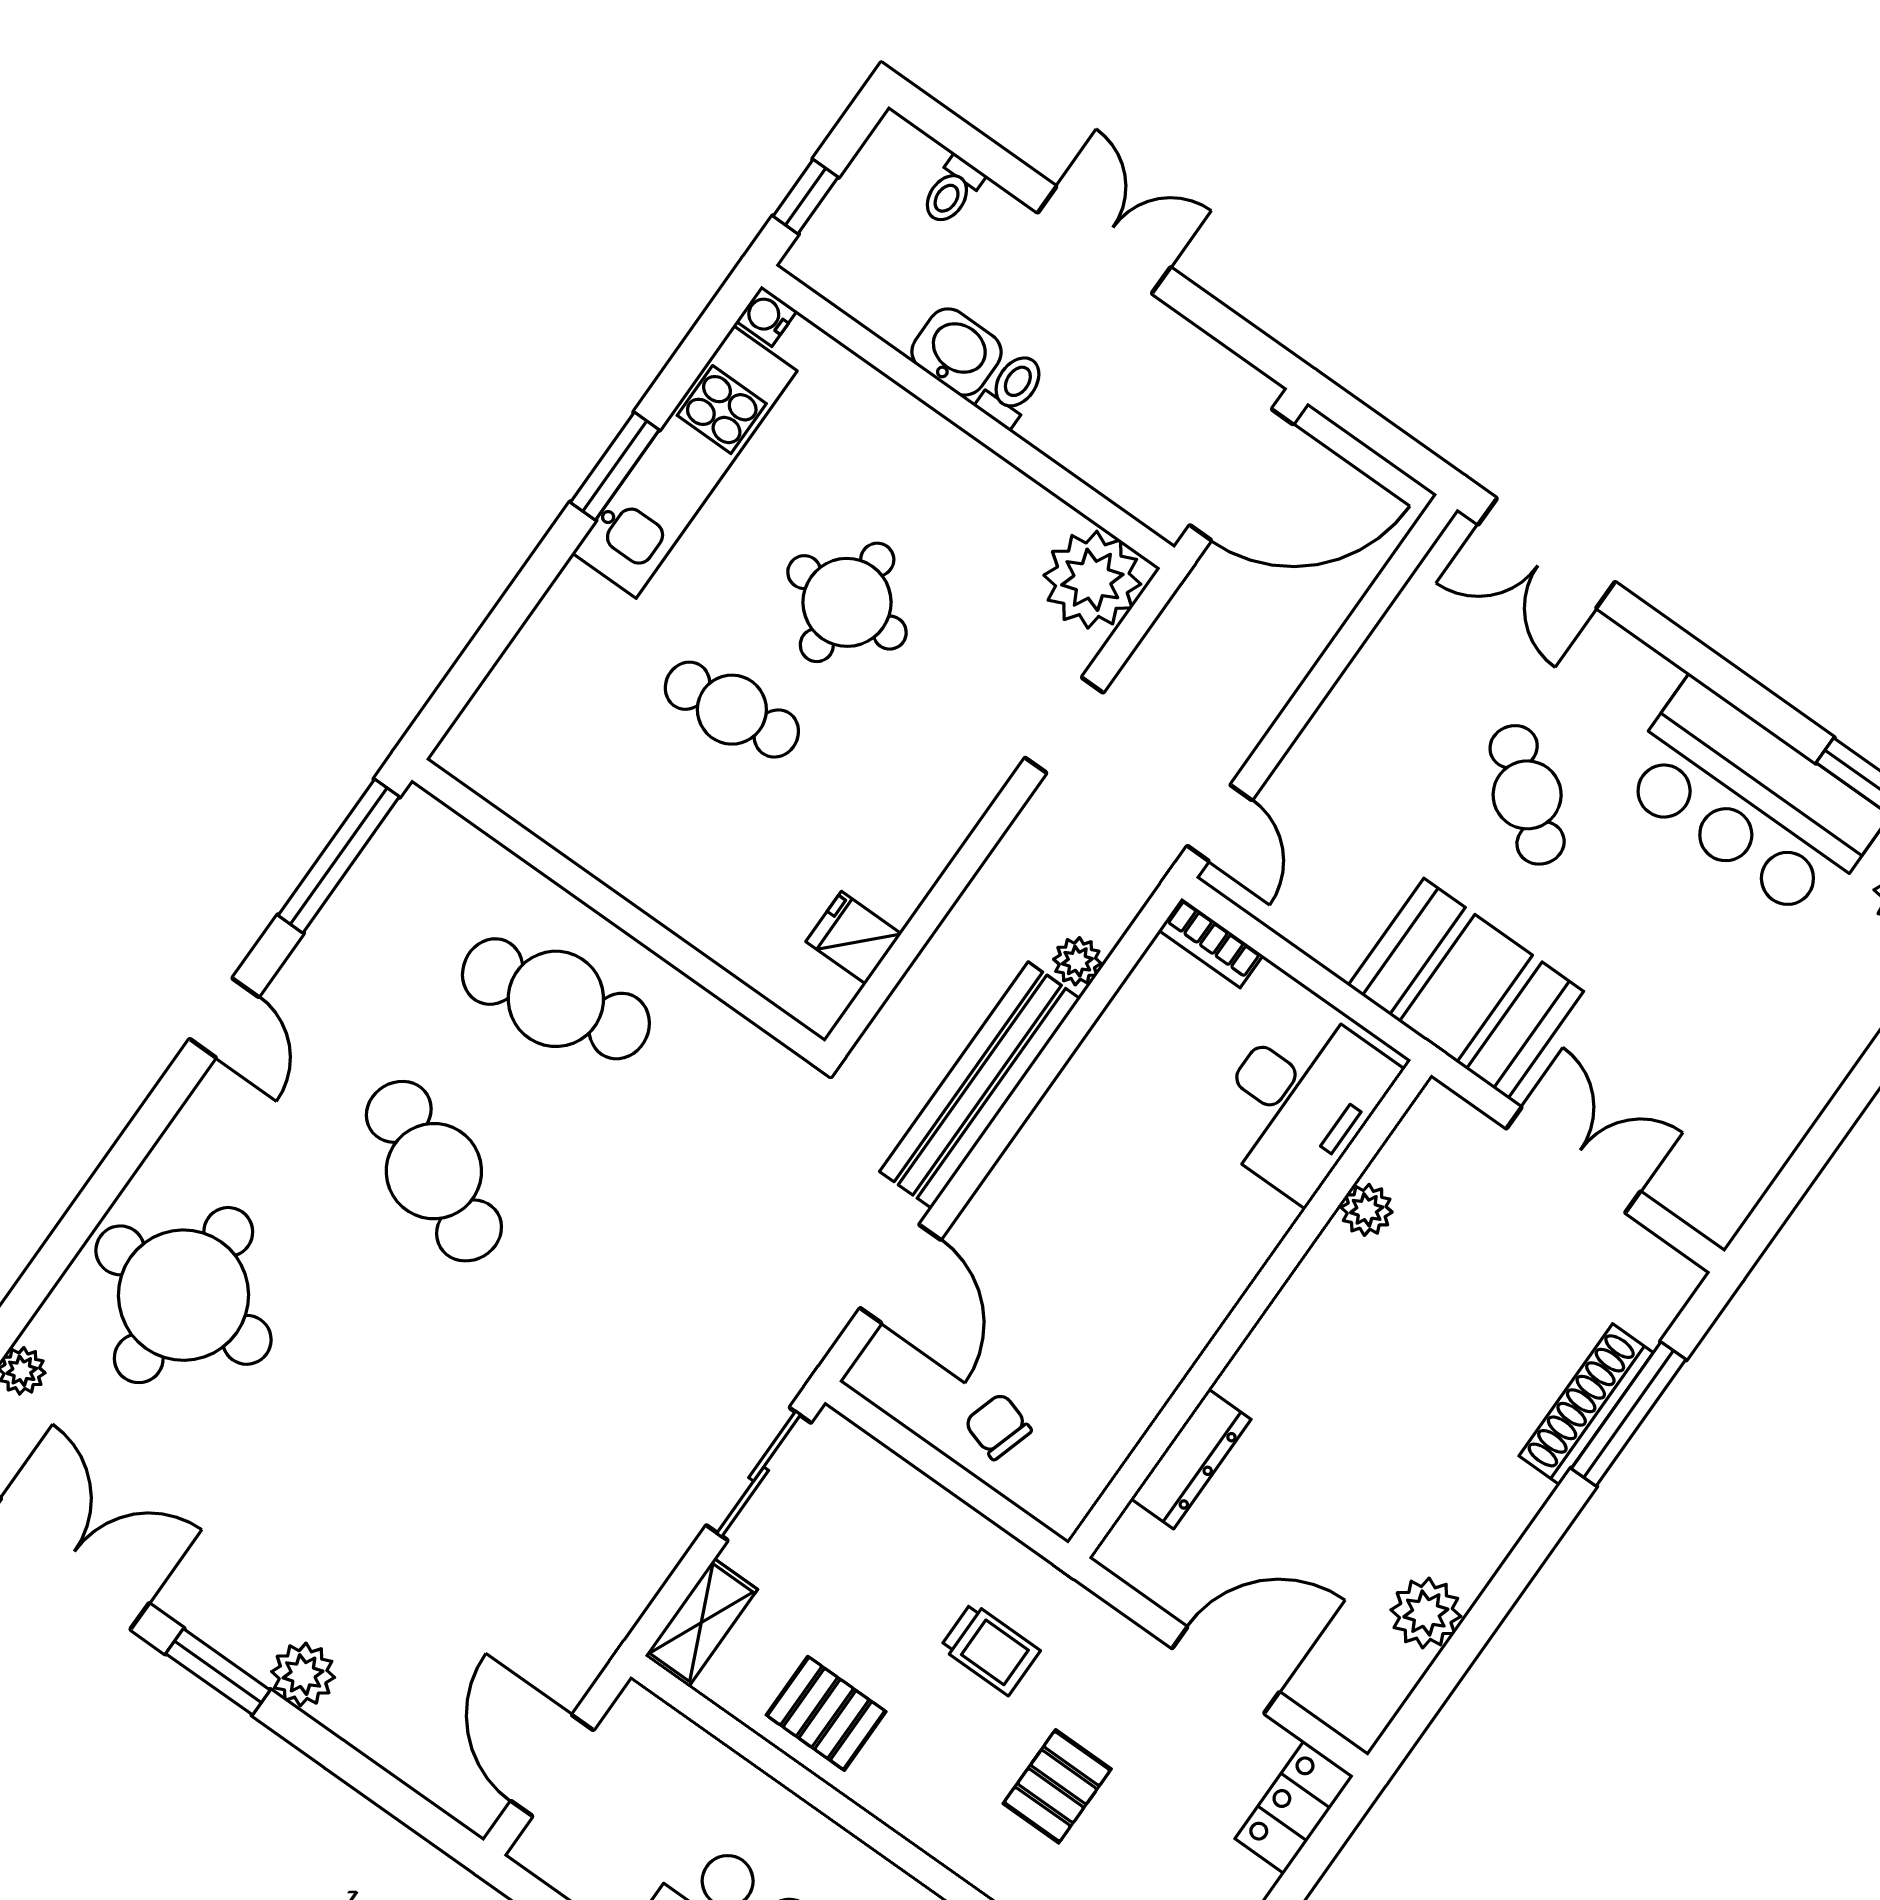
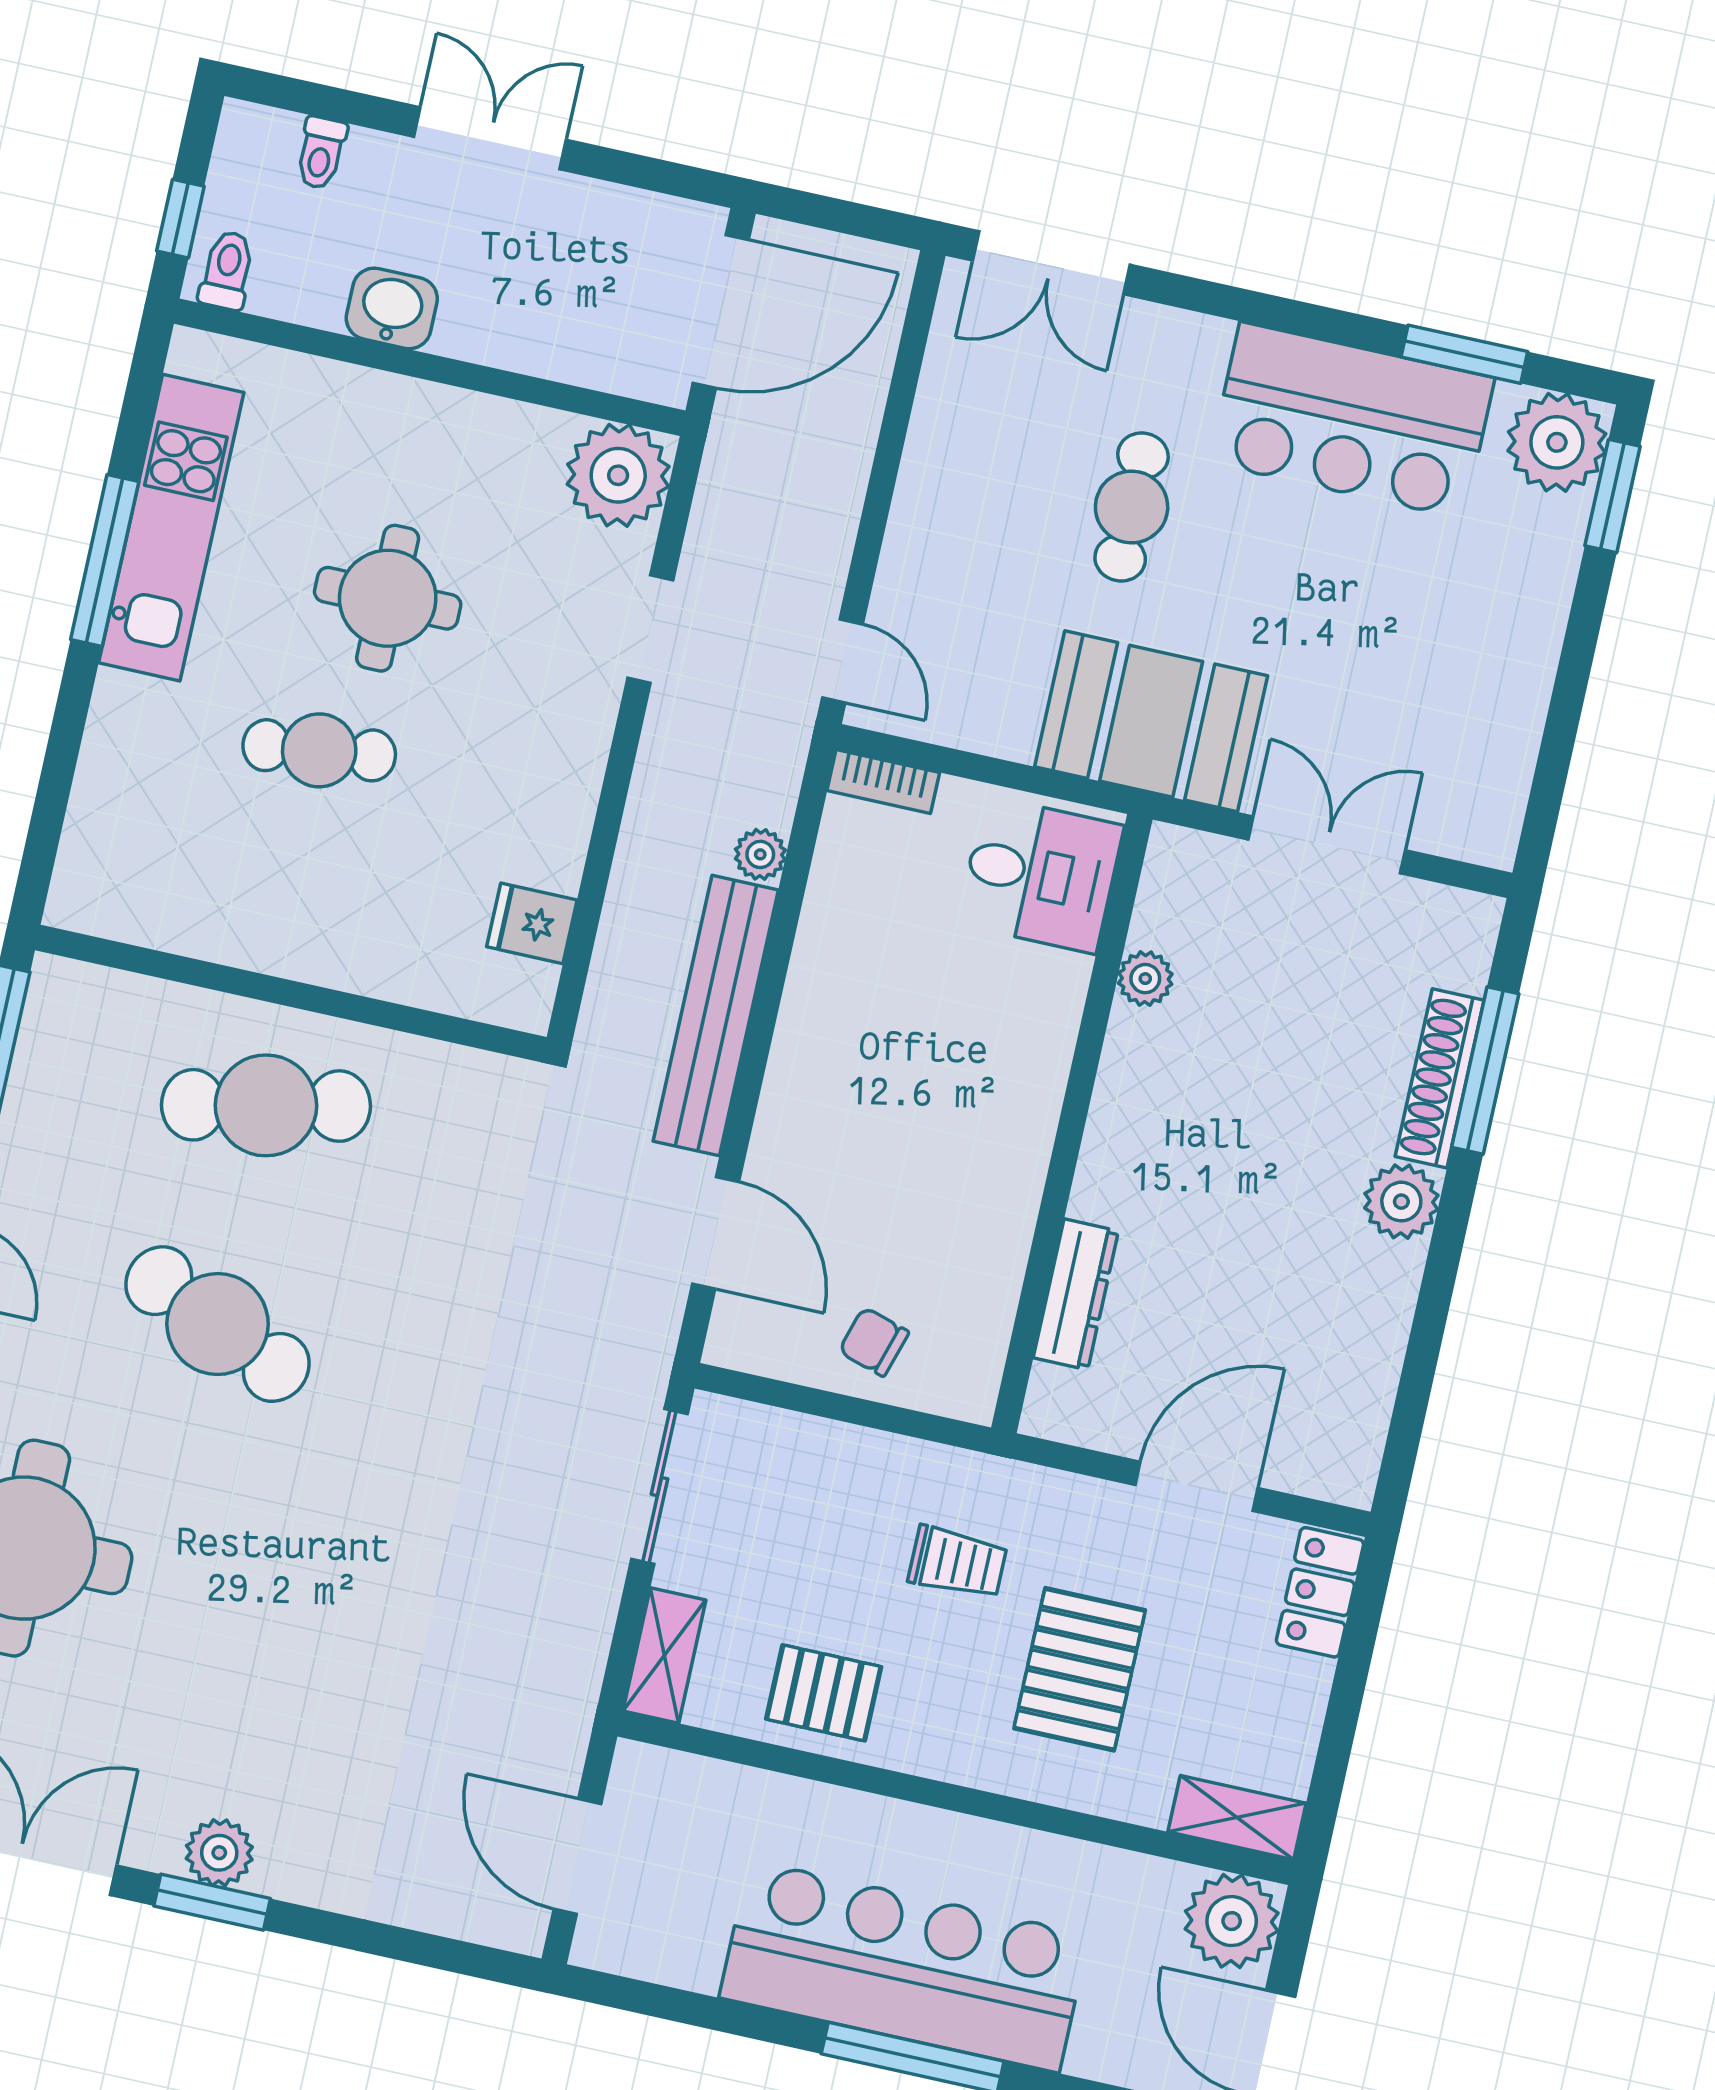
water cooler: (767, 316) -> (191, 351), removed
toilet: (1012, 389) -> (227, 270), moved
window: (615, 466) -> (105, 560), width x1.44
cafe table: (1527, 795) -> (1132, 507), turned 51
desk: (1300, 1100) -> (1040, 875), width x0.73
plant: (1426, 1613) -> (1401, 1202), moved
plant: (303, 1675) -> (219, 1853), moved
pallet: (1057, 1786) -> (1080, 1669), width x1.50, depth x1.42

